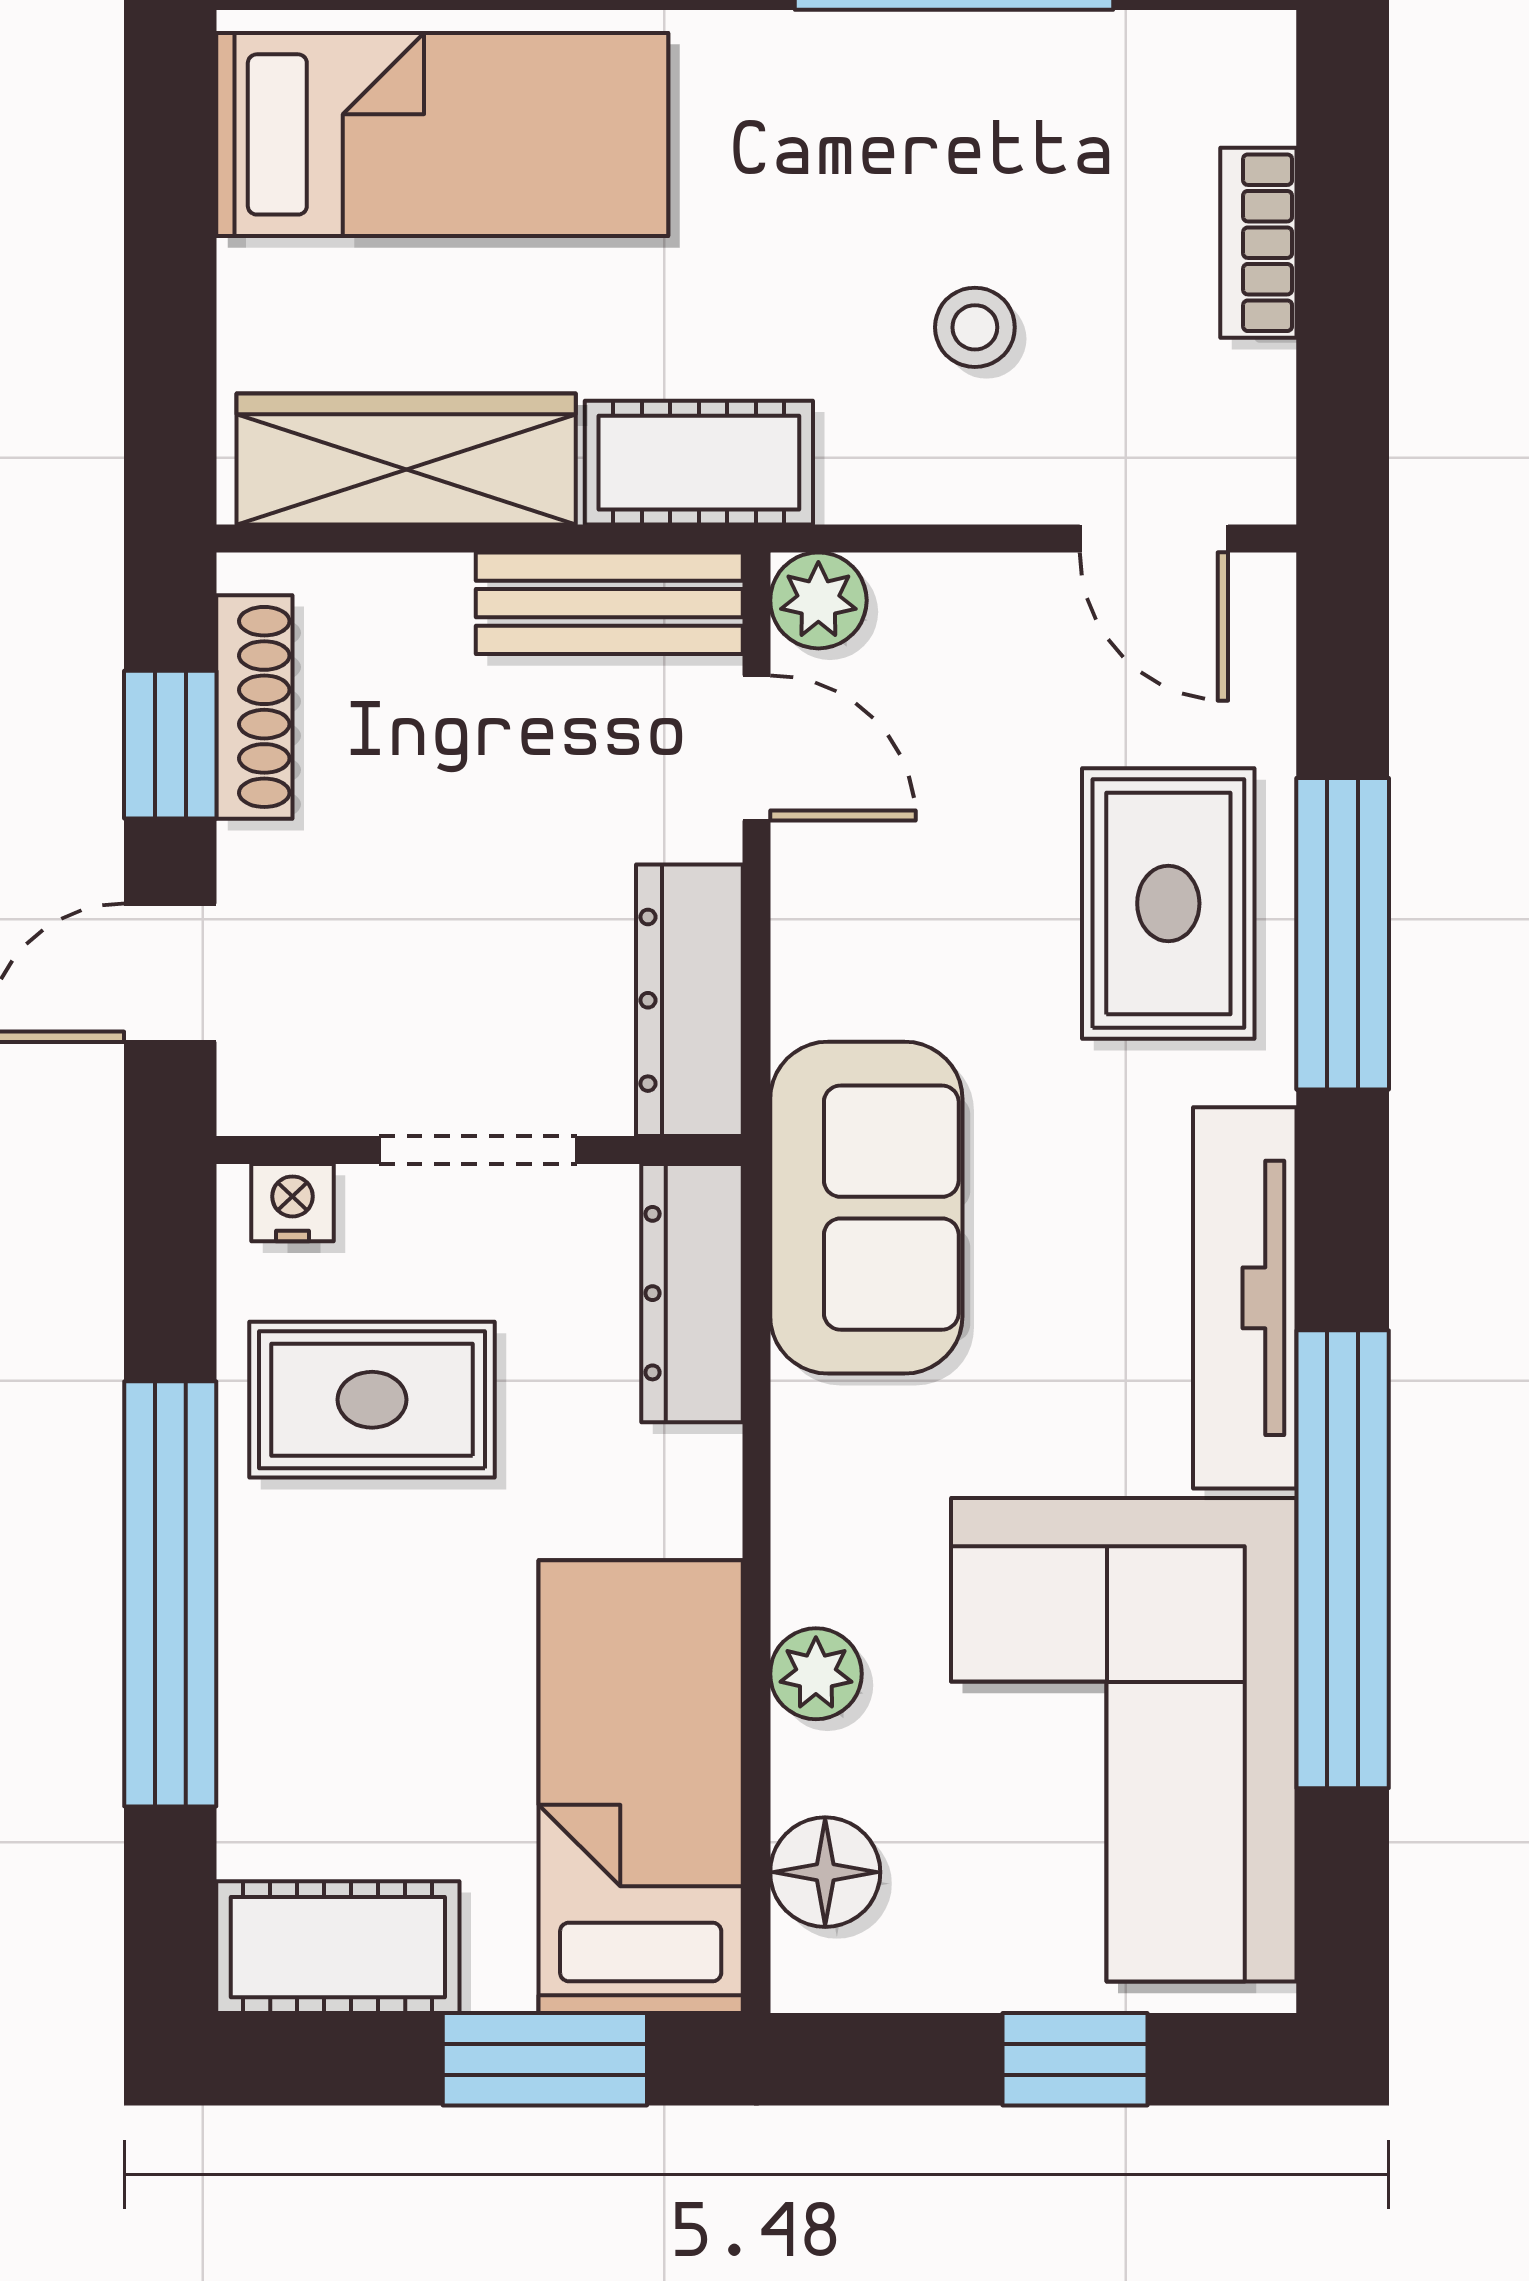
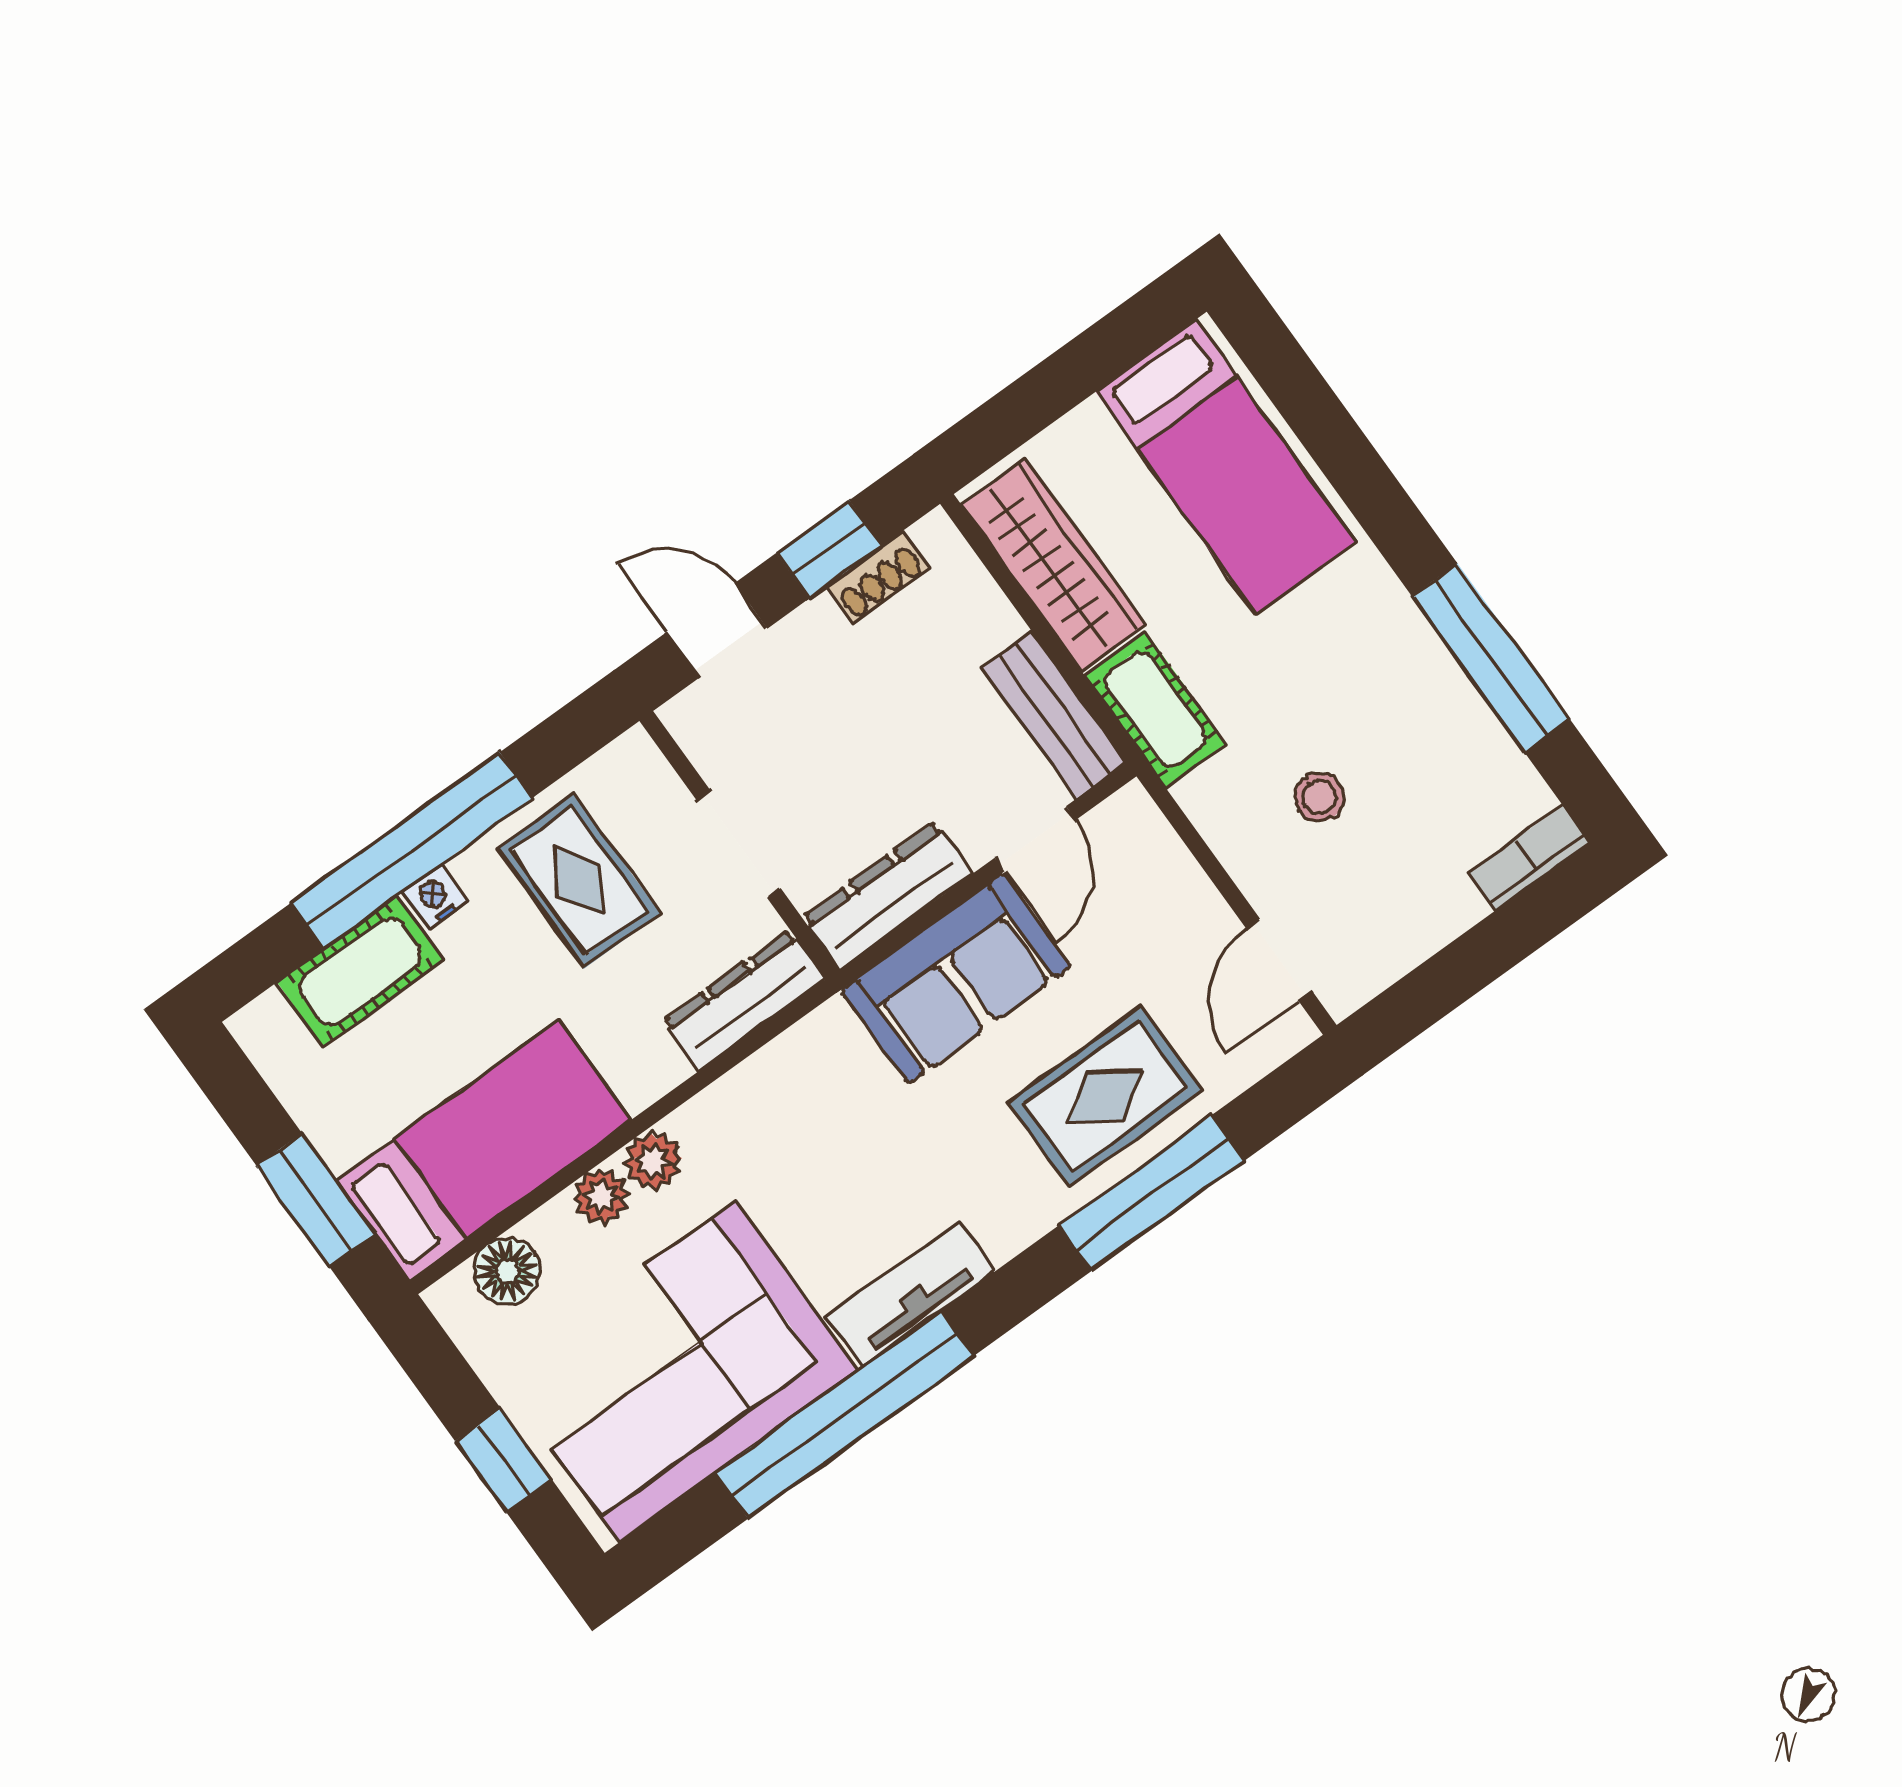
bookcase: (1258, 243) -> (1529, 858), moved
plant: (818, 600) -> (653, 1161), moved
shoe rack: (254, 707) -> (877, 577), width x0.70
nightstand: (292, 1203) -> (435, 897), moved, turned -90
sofa: (866, 1208) -> (956, 978), moved
tv unit: (1245, 1298) -> (911, 1294), width x0.71
cot: (338, 1947) -> (360, 971), moved, turned 90

